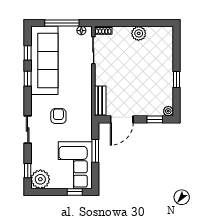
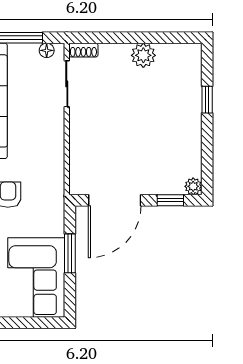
window: (177, 80) -> (207, 100), moved
bench: (100, 100) -> (78, 168), removed
door: (122, 119) -> (115, 200), width x1.36
window: (75, 192) -> (36, 323), removed

